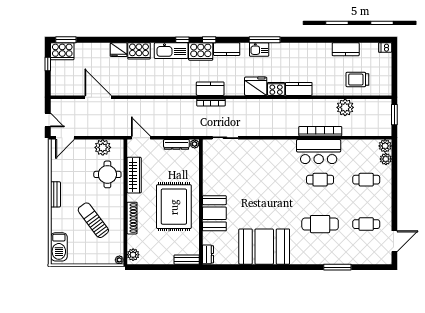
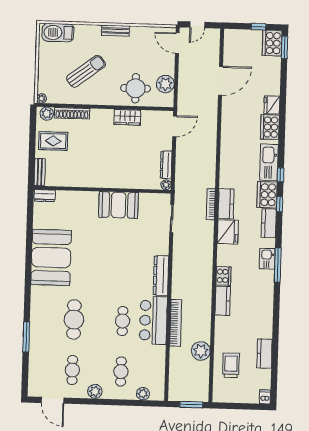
fridge: (256, 86) -> (228, 232), moved
dresser: (278, 146) -> (161, 276), added
plant: (385, 146) -> (95, 391), moved
wardrobe: (134, 175) -> (127, 117), width x0.67
rug: (174, 207) -> (53, 141), moved, width x0.54, depth x0.49
booth: (214, 213) -> (118, 205), moved
shoe rack: (132, 218) -> (72, 113), moved

